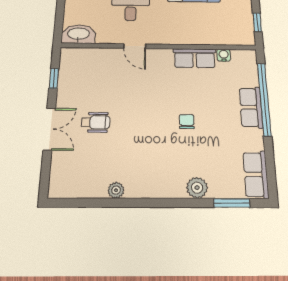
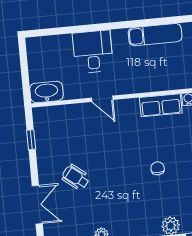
wheelchair: (96, 122) -> (76, 177), turned -142
double door: (49, 129) -> (37, 205), moved

